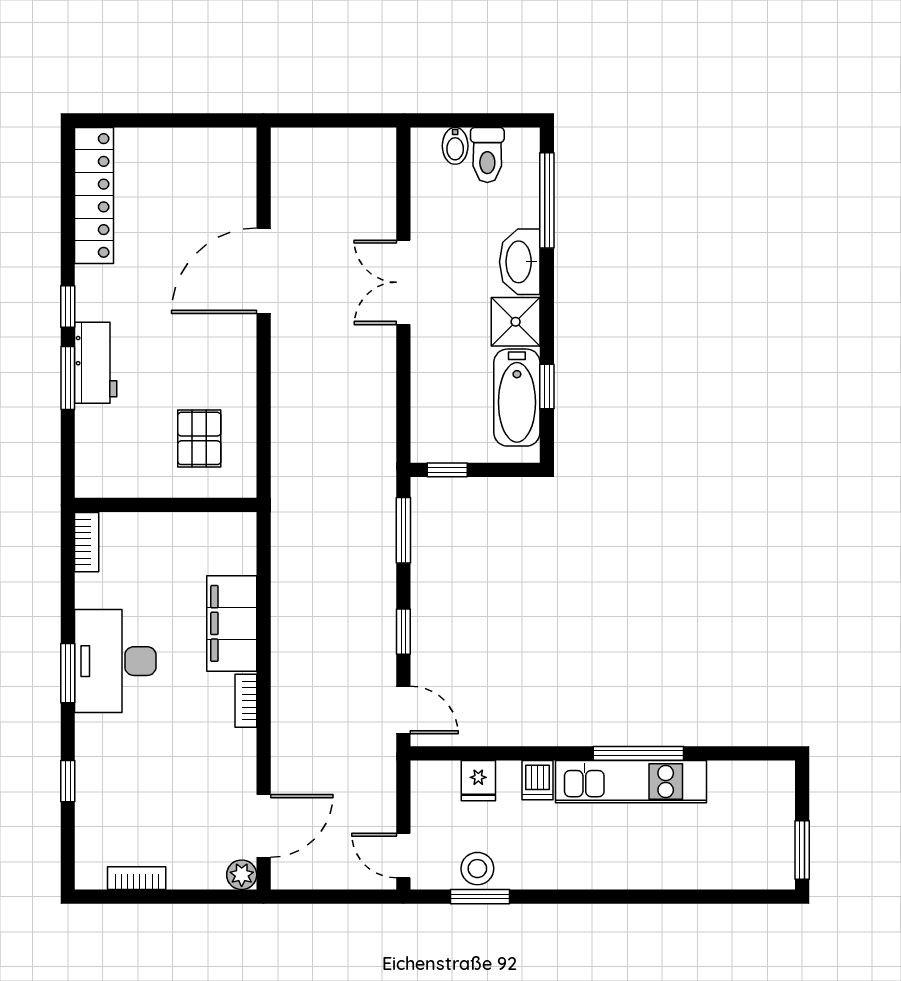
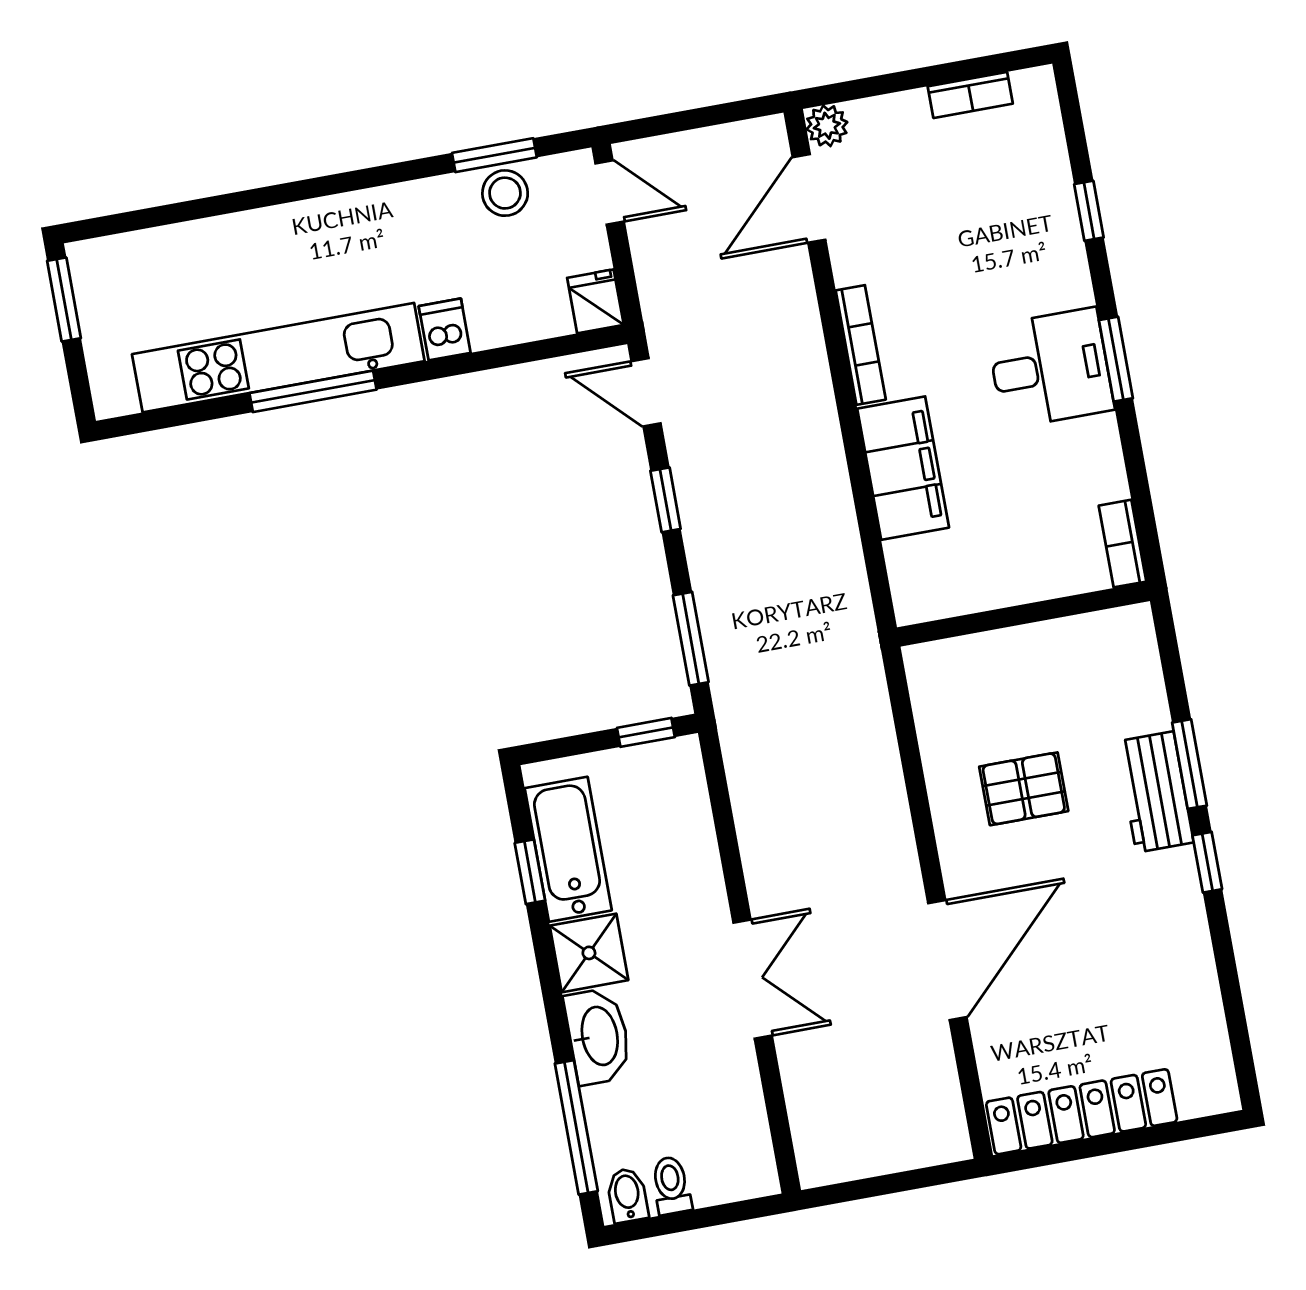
bidet: (455, 146) -> (627, 1195), moved
toilet: (487, 155) -> (671, 1185), width x0.73, depth x0.72
locker: (94, 195) -> (1082, 1112), moved, turned 90
pallet: (199, 438) -> (1024, 789), moved, turned 90
desk: (115, 661) -> (1050, 368), width x0.73
bookcase: (246, 701) -> (861, 345), width x1.56
fridge: (478, 781) -> (595, 301), moved
kitchen unit: (631, 782) -> (278, 358), width x1.36

